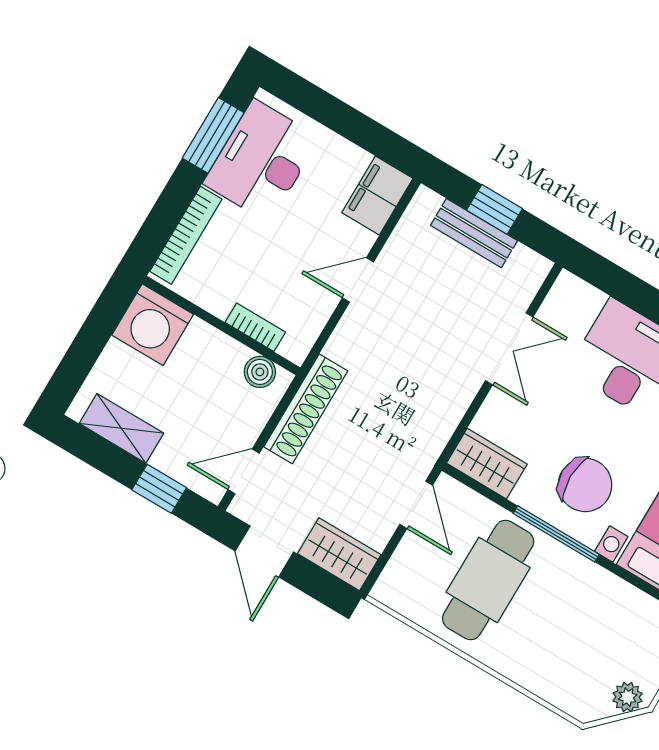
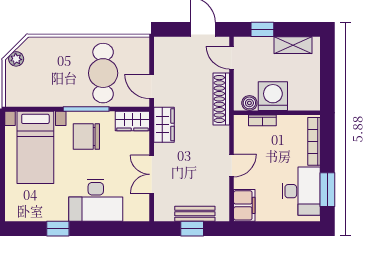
washing machine: (153, 325) -> (273, 96), moved
door: (244, 471) -> (232, 58), swing flipped
wardrobe: (339, 554) -> (164, 125), moved, turned -90

